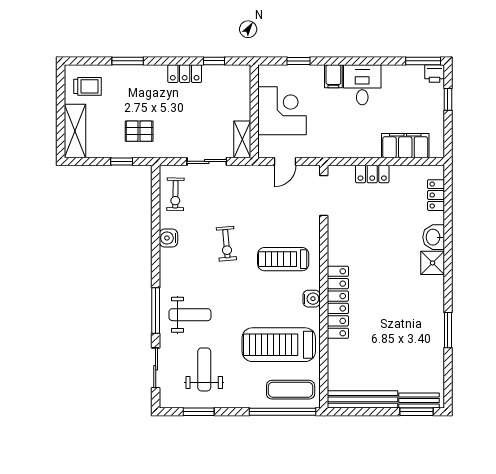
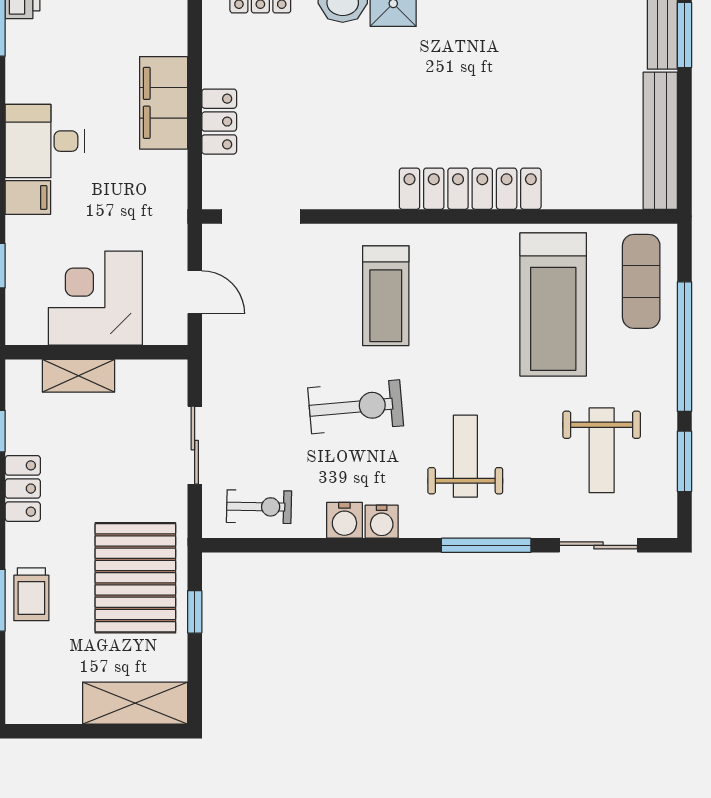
trolley: (88, 86) -> (31, 594), moved, turned 180
pallet: (139, 131) -> (135, 578), width x2.05, depth x2.00
shelving: (242, 139) -> (78, 376), moved
filing cabinet: (405, 146) -> (164, 103), moved
exercise bike: (226, 244) -> (356, 407), width x1.38, depth x1.39
water cooler: (312, 299) -> (382, 522), moved, turned 180
weight bench: (190, 315) -> (465, 456), moved
weight bench: (204, 369) -> (602, 450), turned -90
window: (282, 412) -> (684, 347), moved

